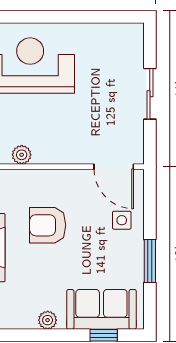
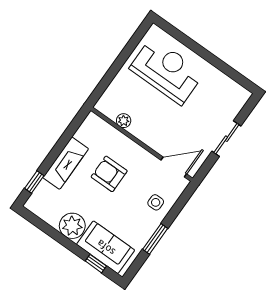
door: (114, 167) -> (174, 167), swing flipped
plant: (48, 320) -> (72, 226), width x1.88, depth x1.88

